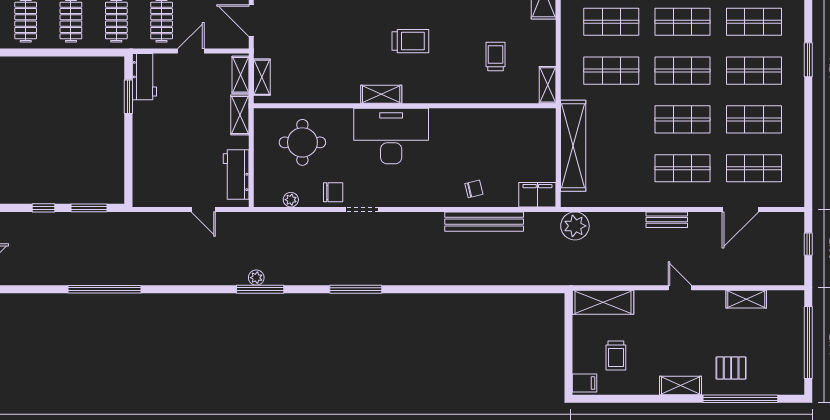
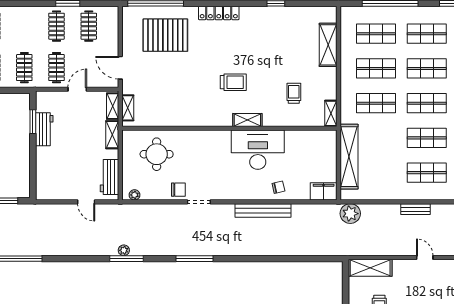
workbench: (144, 77) -> (44, 129), moved
shelving: (381, 94) -> (247, 120), moved
desk: (391, 136) -> (258, 150), moved
plant: (291, 200) -> (134, 195), moved
bench: (484, 222) -> (263, 210), moved

